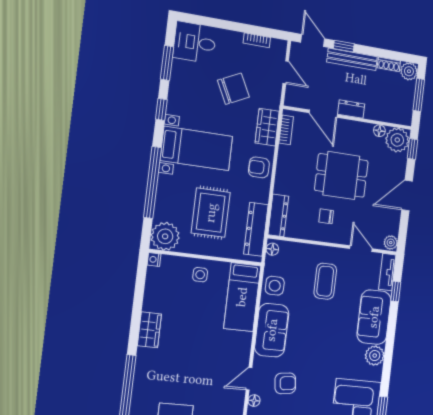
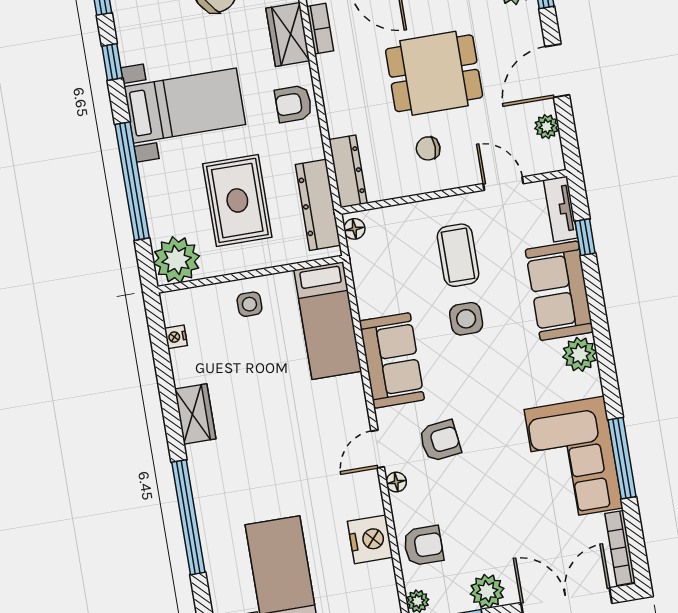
plant: (391, 243) -> (547, 127), moved
nightstand: (154, 259) -> (176, 337), moved
side table: (275, 286) -> (466, 319), moved

